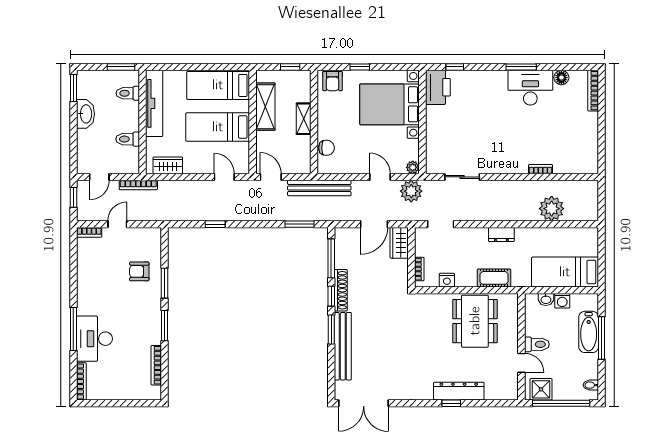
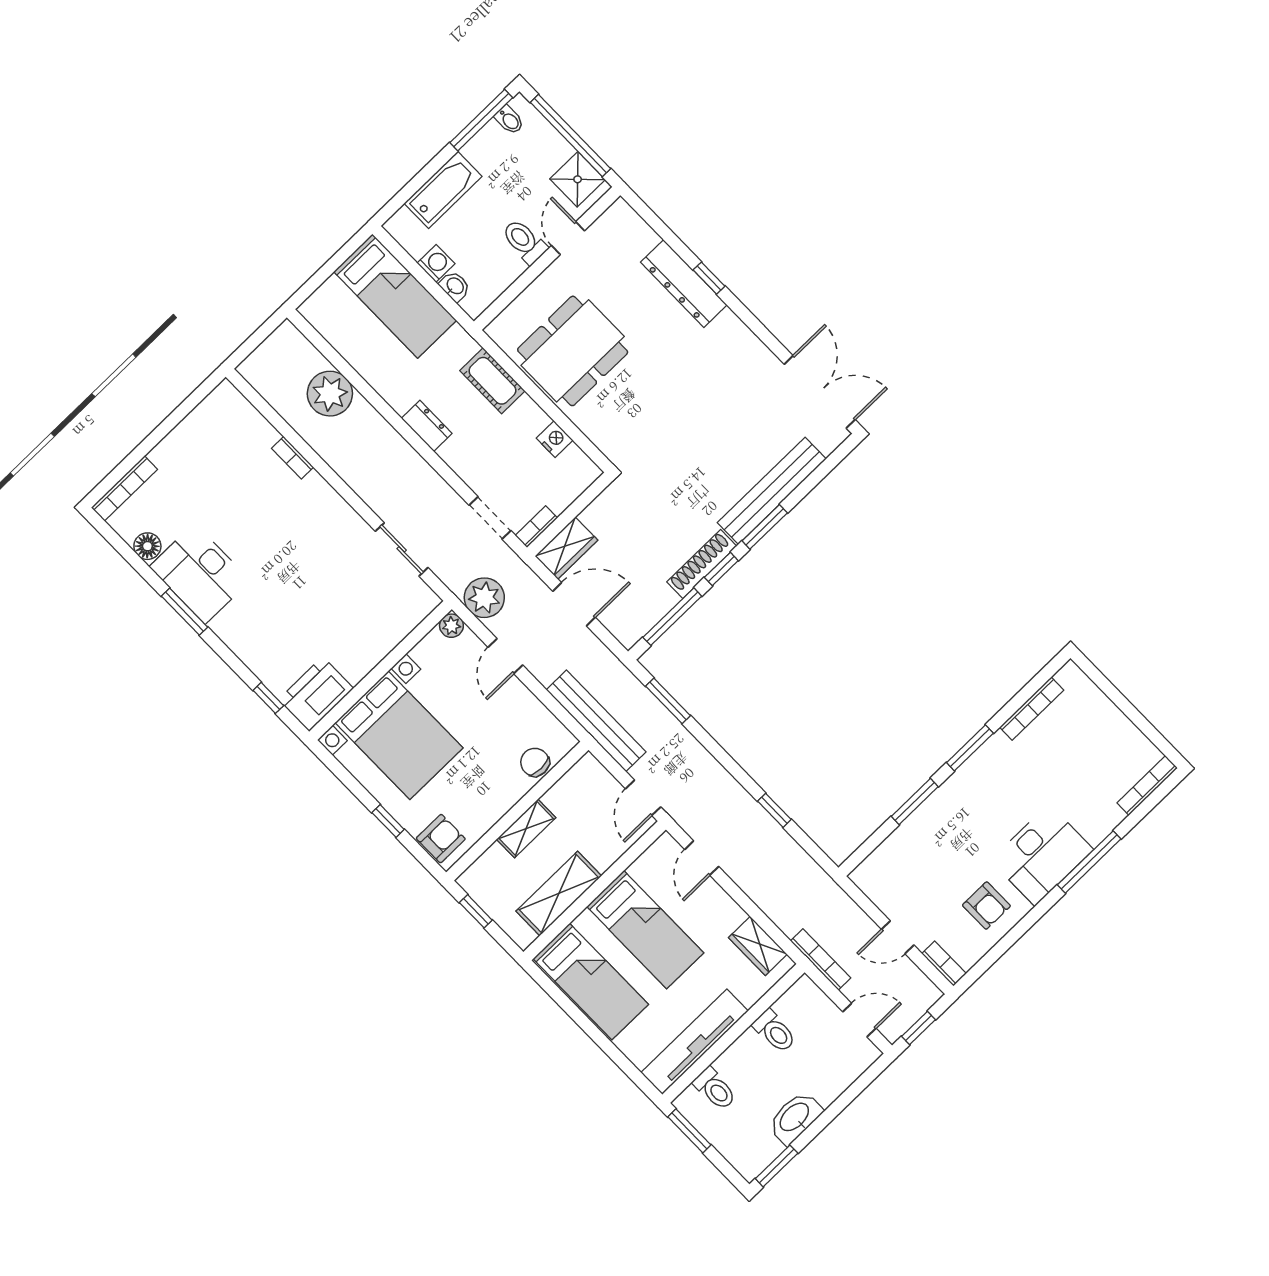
bookcase: (419, 269) -> (536, 527), moved
armchair: (139, 271) -> (986, 906), moved
window: (602, 338) -> (481, 120), moved
desk: (94, 339) -> (1042, 855), moved

